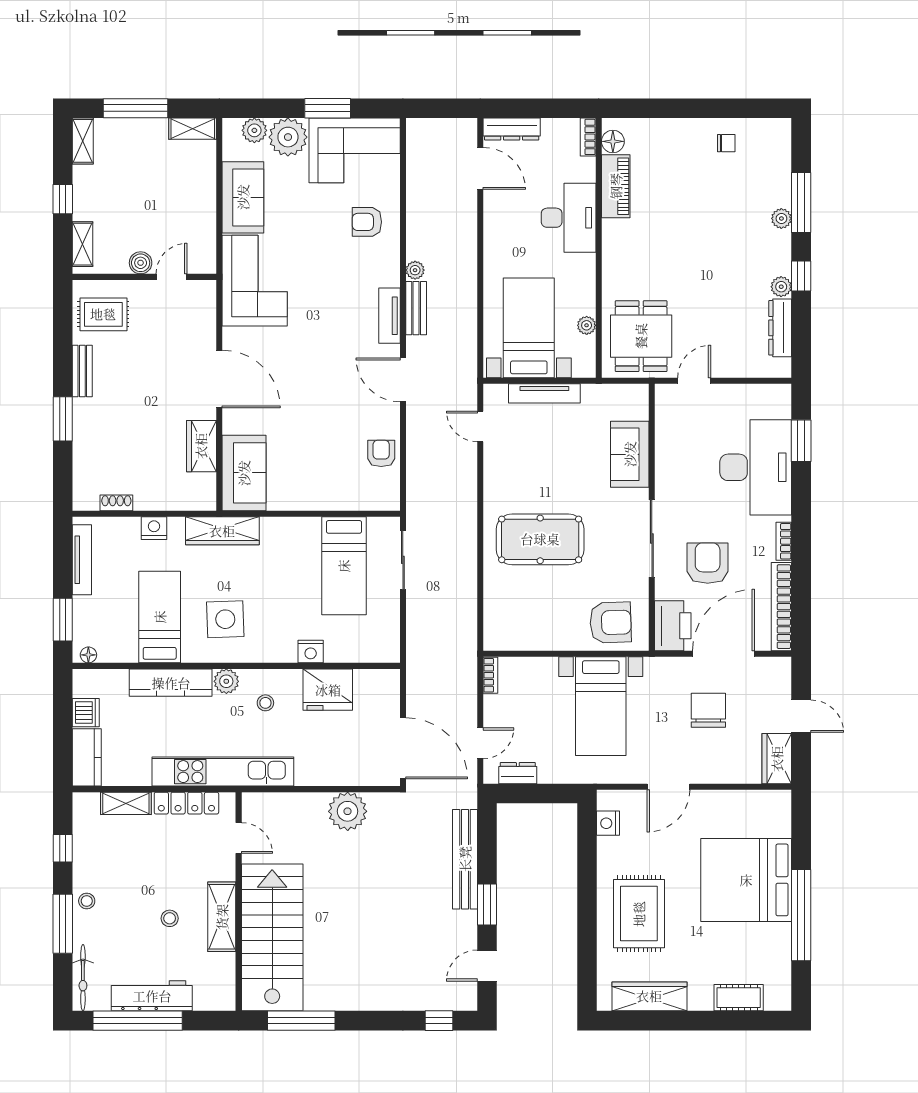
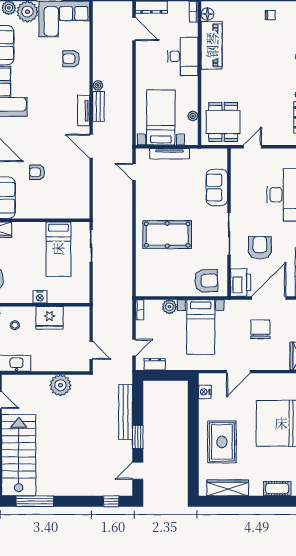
piano: (616, 186) -> (212, 45), width x1.37, depth x1.33
armchair: (381, 453) -> (37, 172), moved, turned -90
plant: (544, 670) -> (169, 307), added
door: (403, 748) -> (91, 350), width x0.53

